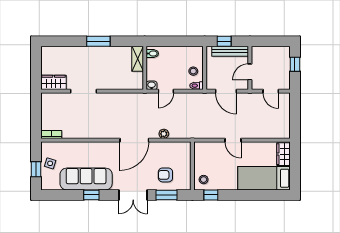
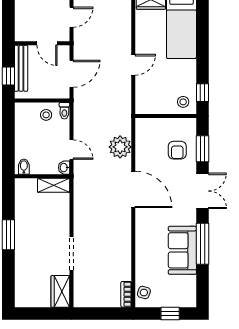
shelving: (138, 59) -> (54, 185), moved
plant: (164, 134) -> (120, 147), width x1.88, depth x1.88
side table: (50, 163) -> (144, 292), moved
sofa: (86, 179) -> (182, 250), width x0.73
window: (91, 195) -> (202, 244), width x2.17

